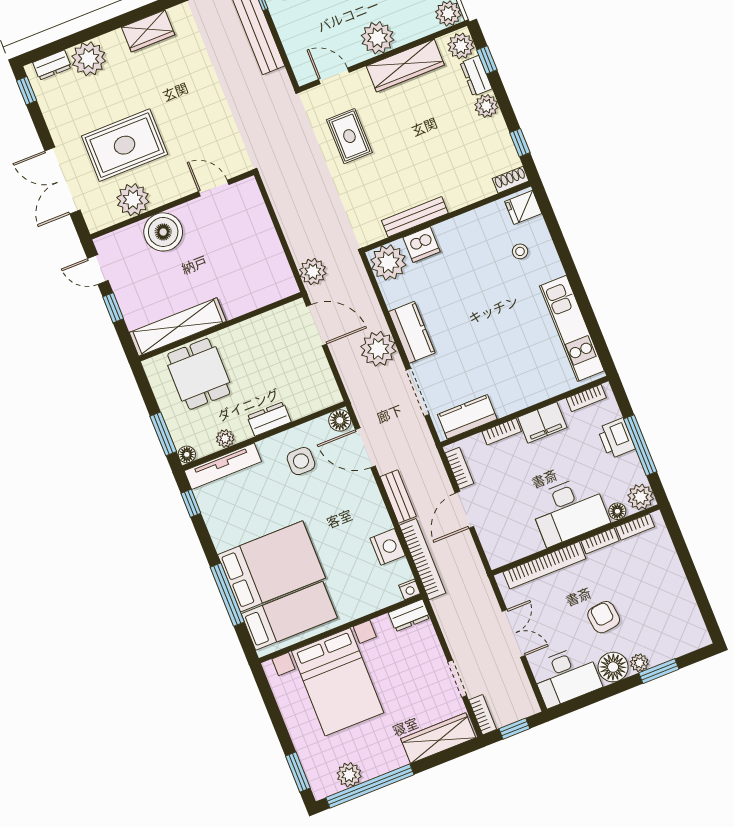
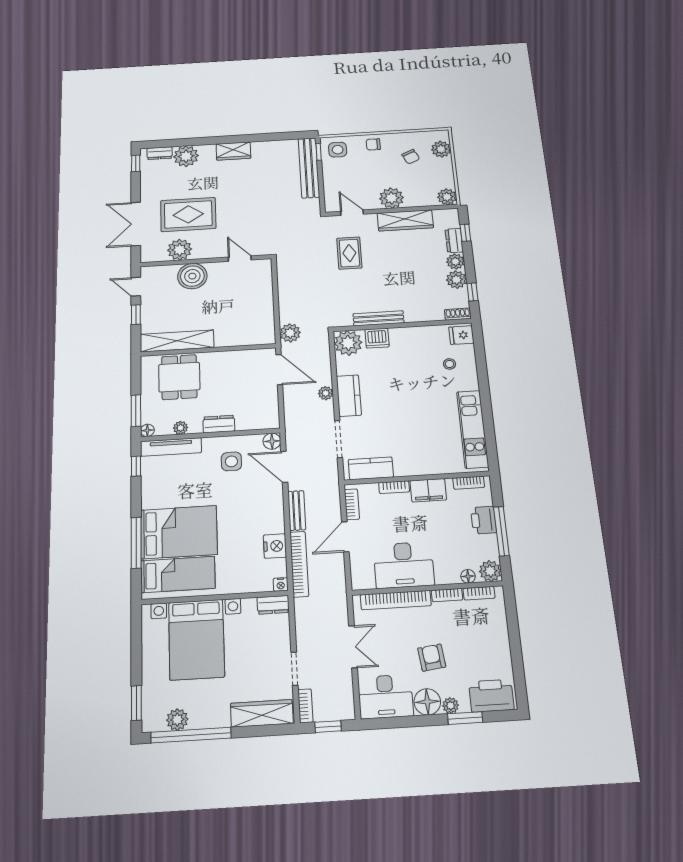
plant: (461, 46) -> (456, 280), moved
plant: (378, 349) -> (326, 393), width x0.53, depth x0.53
desk: (569, 510) -> (404, 565), moved
printer: (680, 638) -> (491, 696), added

